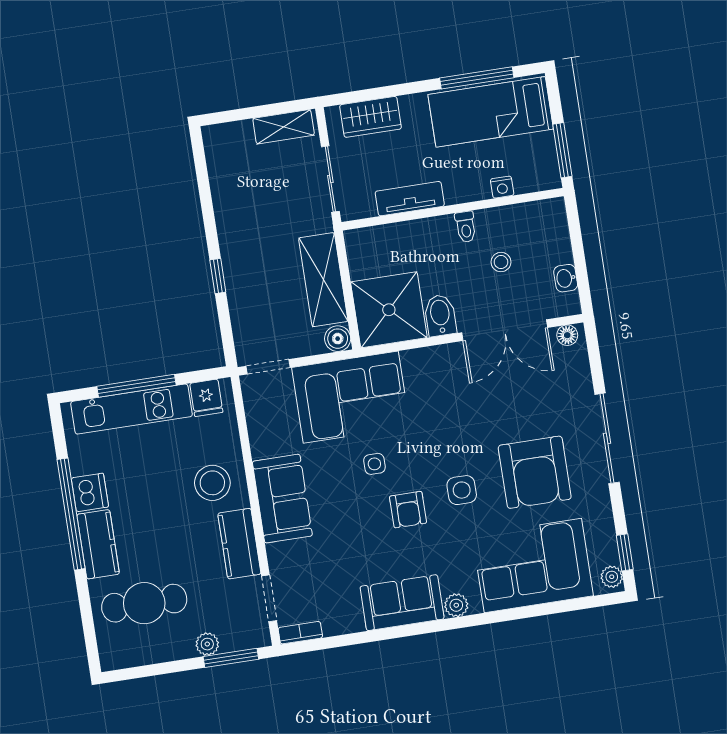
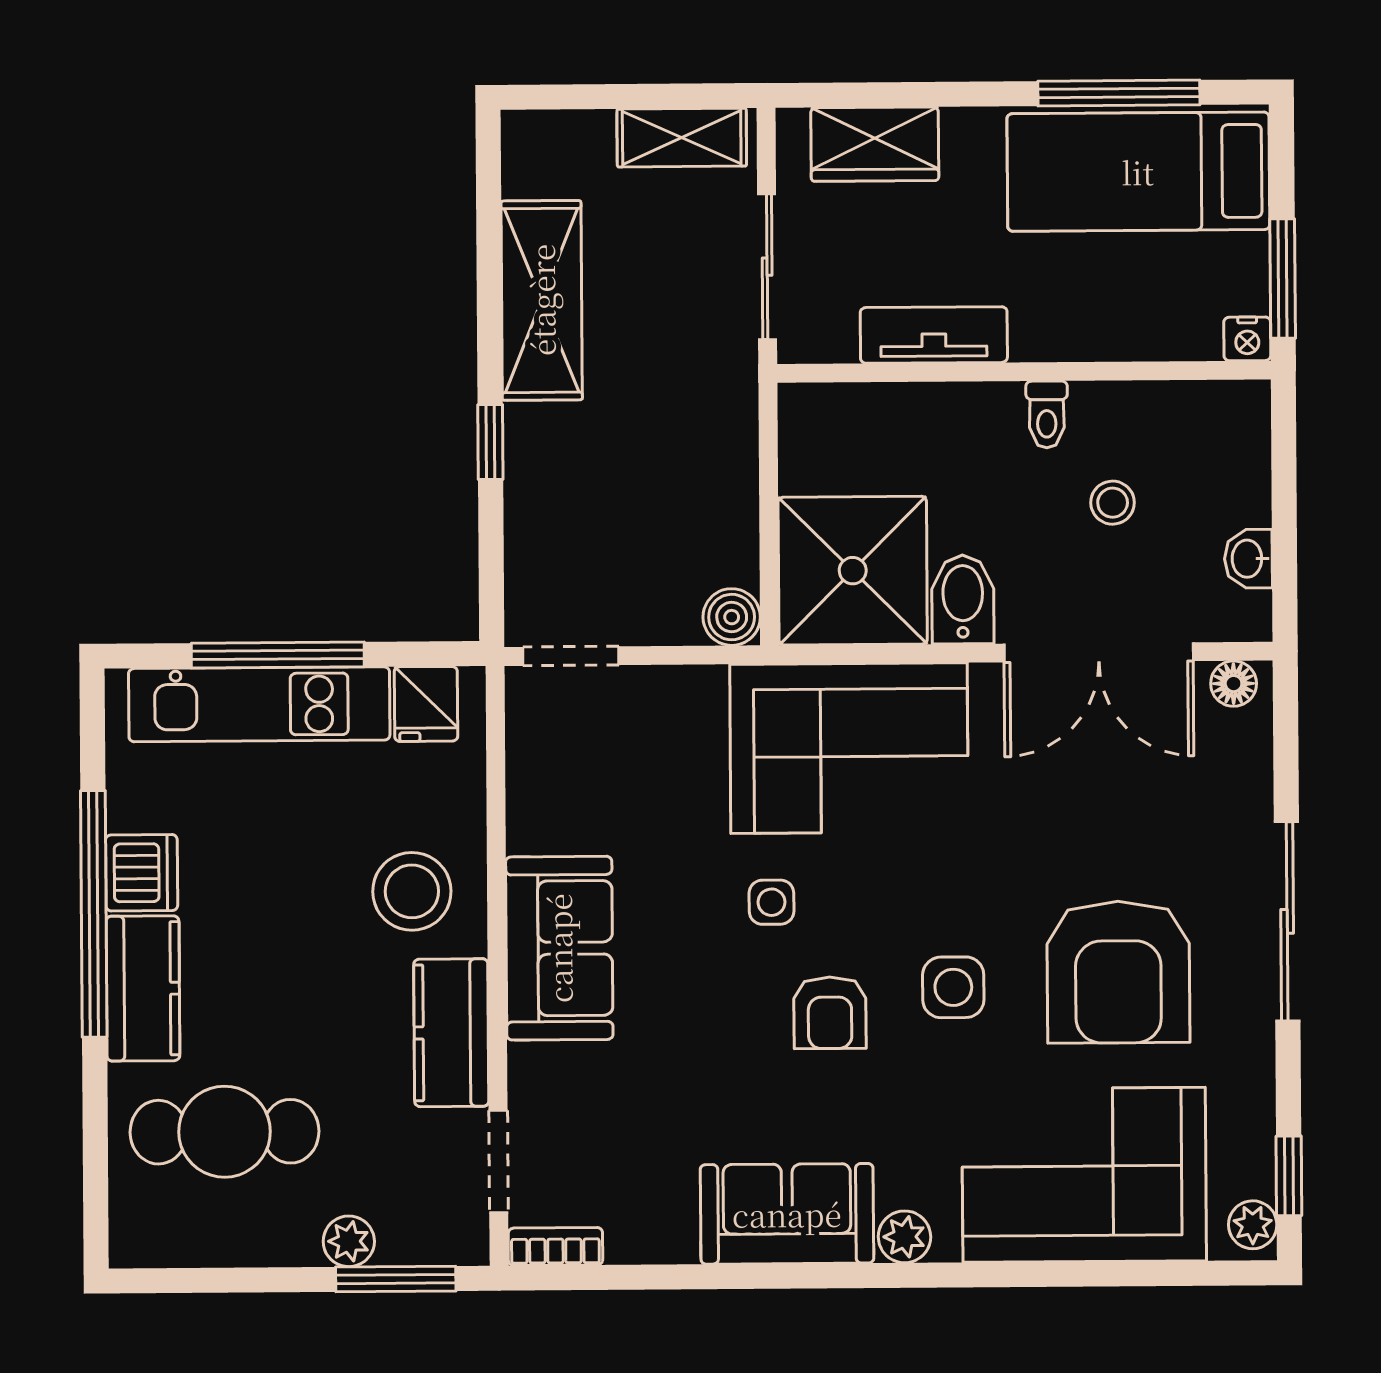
nightstand: (502, 187) -> (1247, 339), moved
shelving: (323, 280) -> (542, 300), moved
corner sofa: (351, 397) -> (849, 748), moved

